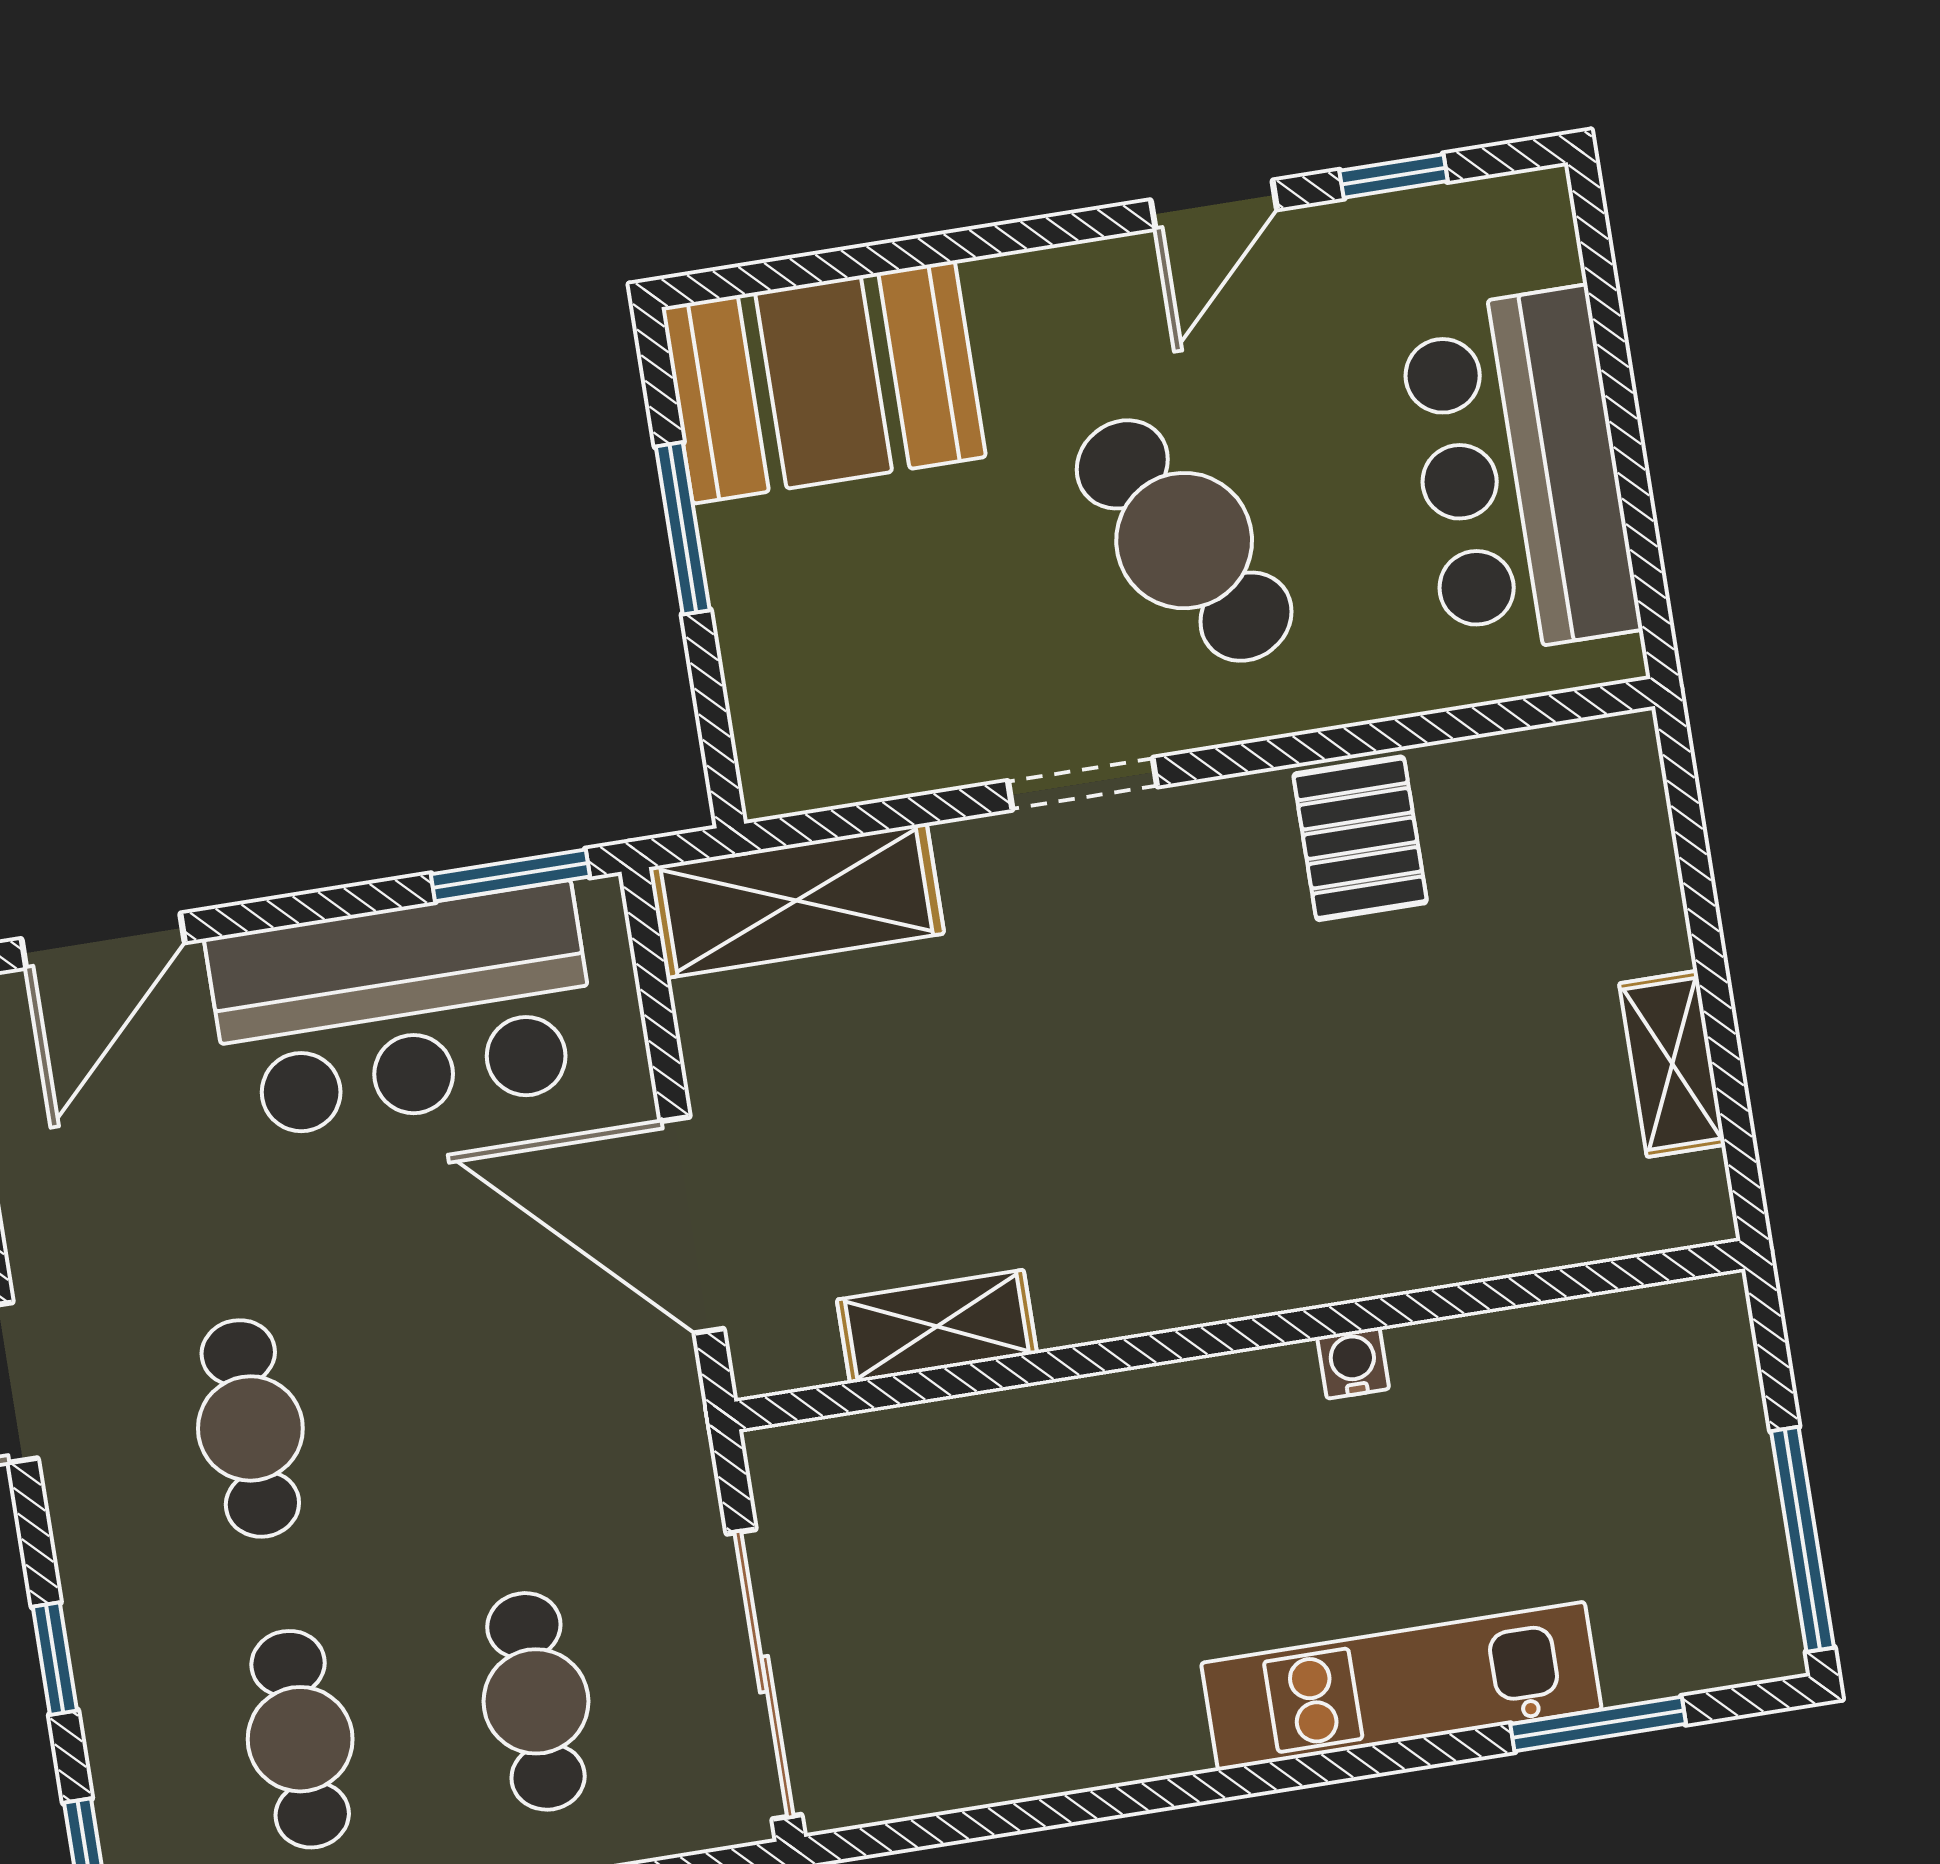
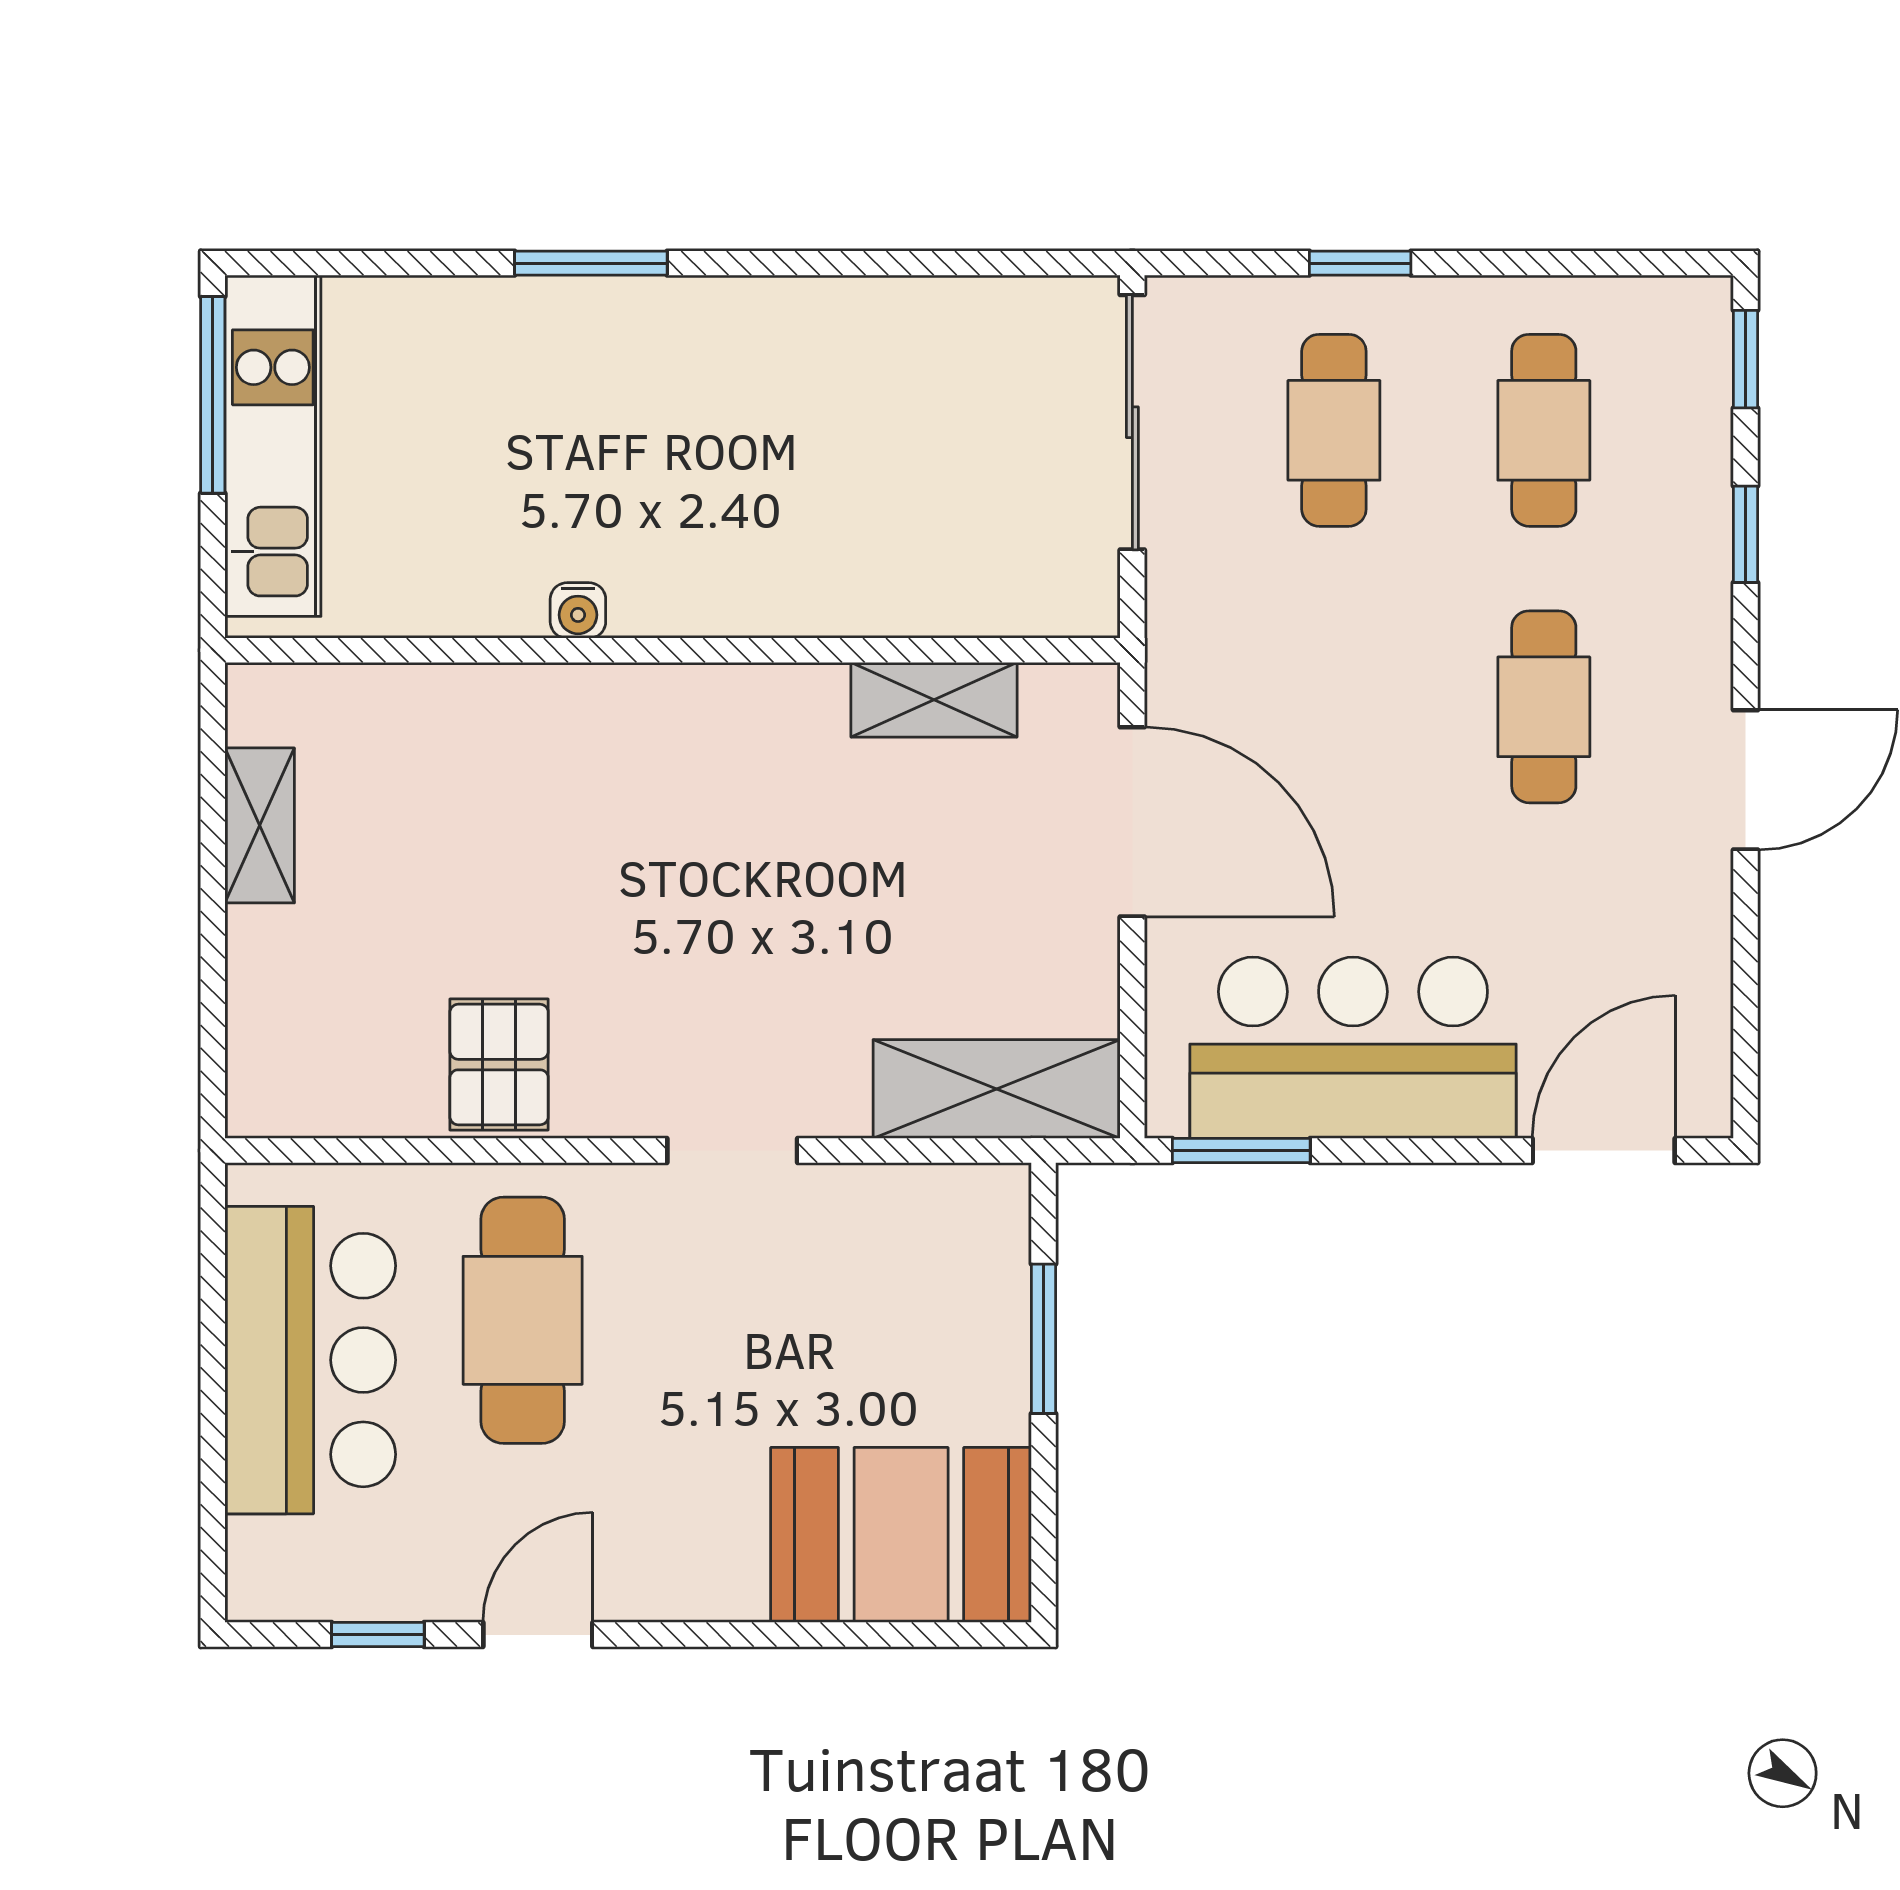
window: (683, 528) -> (1044, 1339), moved
cafe table: (1184, 541) -> (523, 1320), moved, turned 30
kitchen unit: (1401, 1686) -> (273, 446), moved, turned -90
window: (1598, 1724) -> (591, 263), moved

